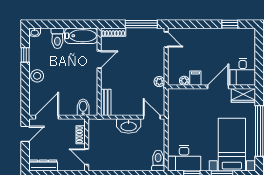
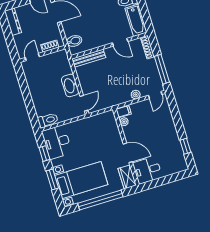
filing cabinet: (195, 78) -> (123, 111), moved
plant: (159, 82) -> (136, 95), moved
bench: (106, 102) -> (89, 58), width x1.36

